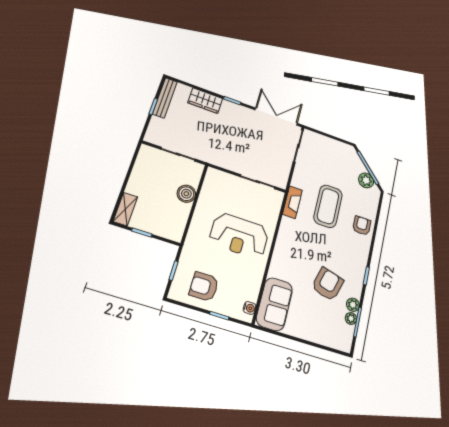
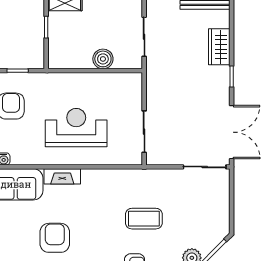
fireplace: (292, 202) -> (62, 176), moved
coffee table: (328, 206) -> (144, 219), width x0.73, depth x0.76
reception desk: (239, 236) -> (76, 128), turned 90
armchair: (328, 284) -> (55, 238), turned -106

